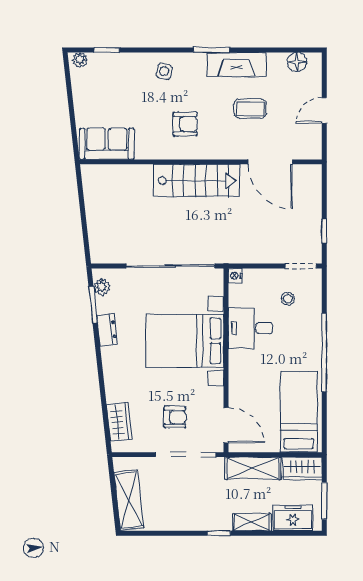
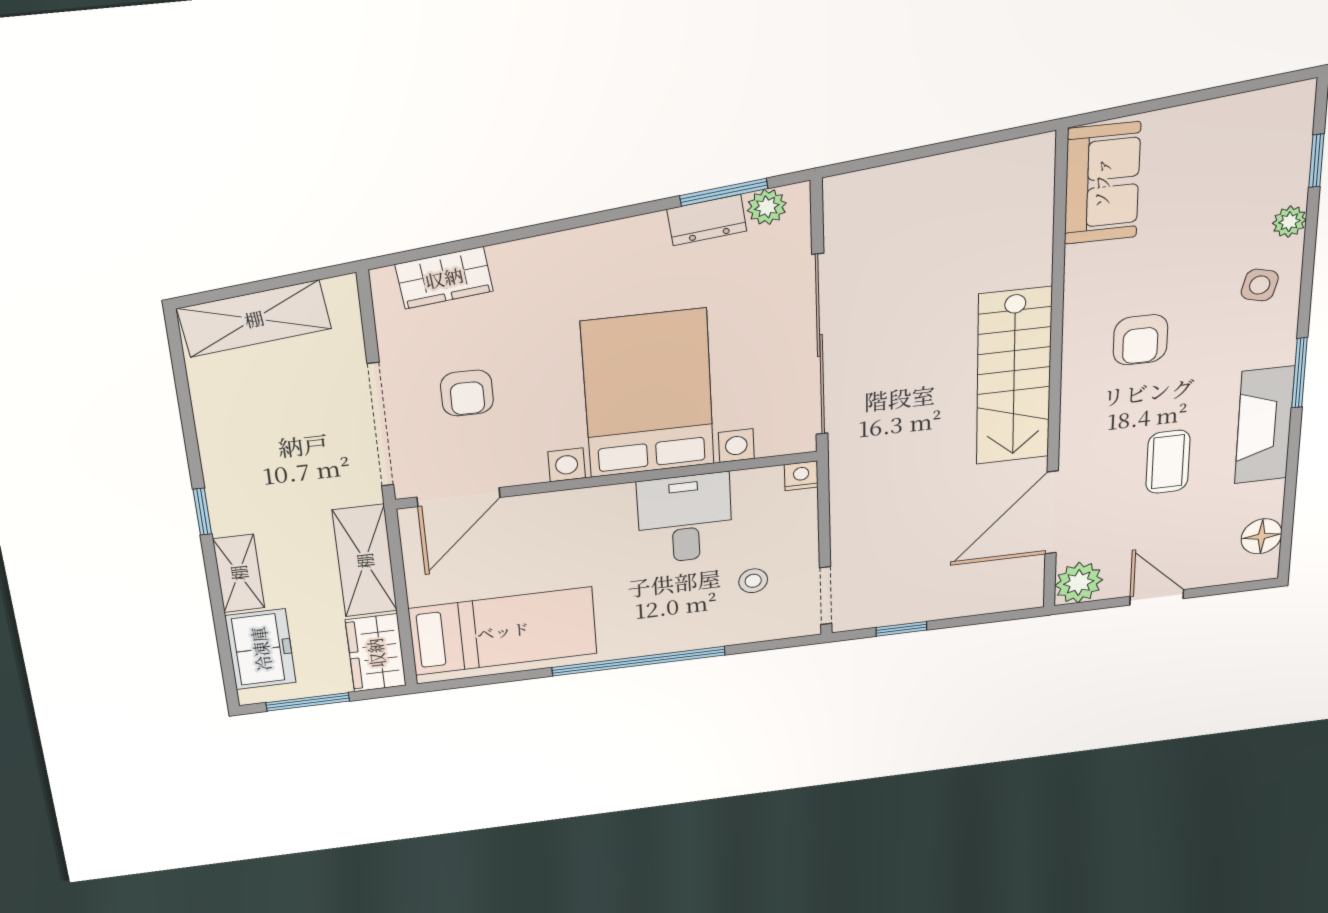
plant: (80, 60) -> (1289, 222), moved
plant: (310, 148) -> (1079, 583), added
dresser: (107, 330) -> (707, 220), moved

